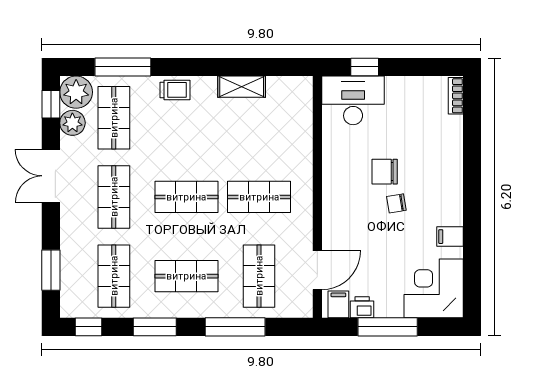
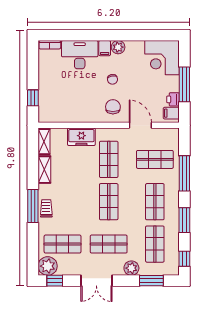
window: (123, 67) -> (33, 206), moved
shelving: (290, 86) -> (44, 142), added
desk: (353, 100) -> (80, 55), moved, turned 90
plant: (72, 123) -> (131, 268), moved
freezer: (298, 150) -> (81, 137), added
chair: (385, 172) -> (113, 107), moved, turned 180
plant: (452, 213) -> (118, 47), added
filing cabinet: (450, 237) -> (105, 48), moved
door: (317, 270) -> (140, 125), moved
shop shelf: (114, 276) -> (155, 244), turned 90

